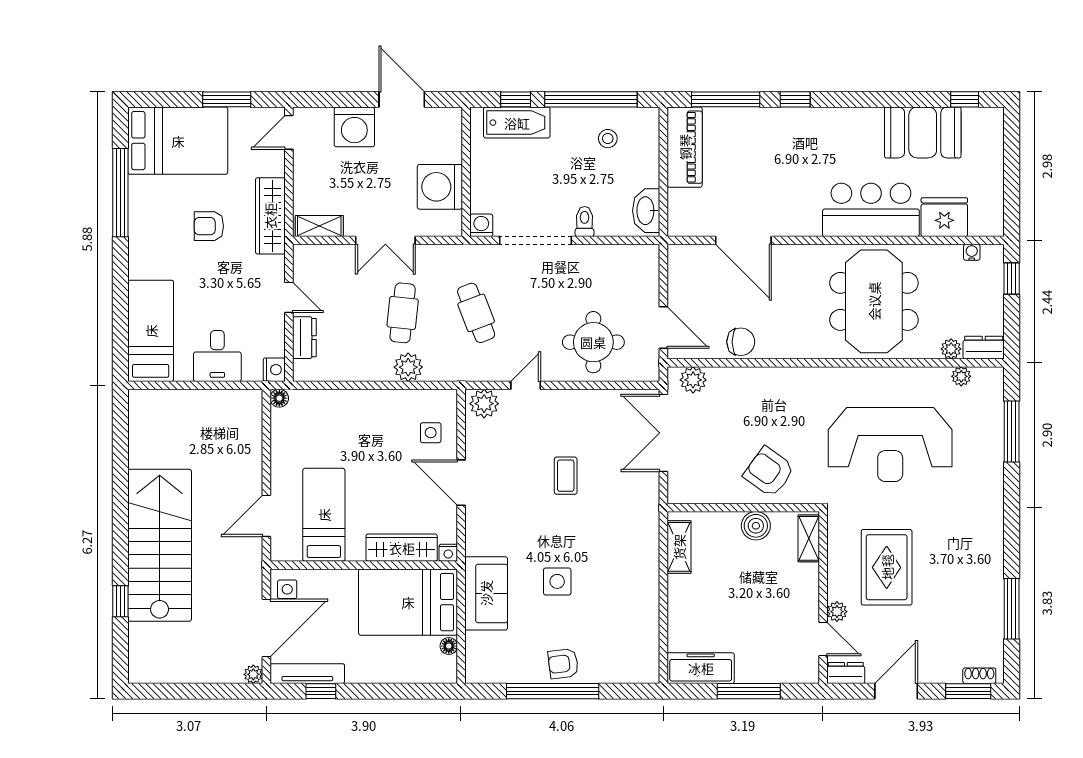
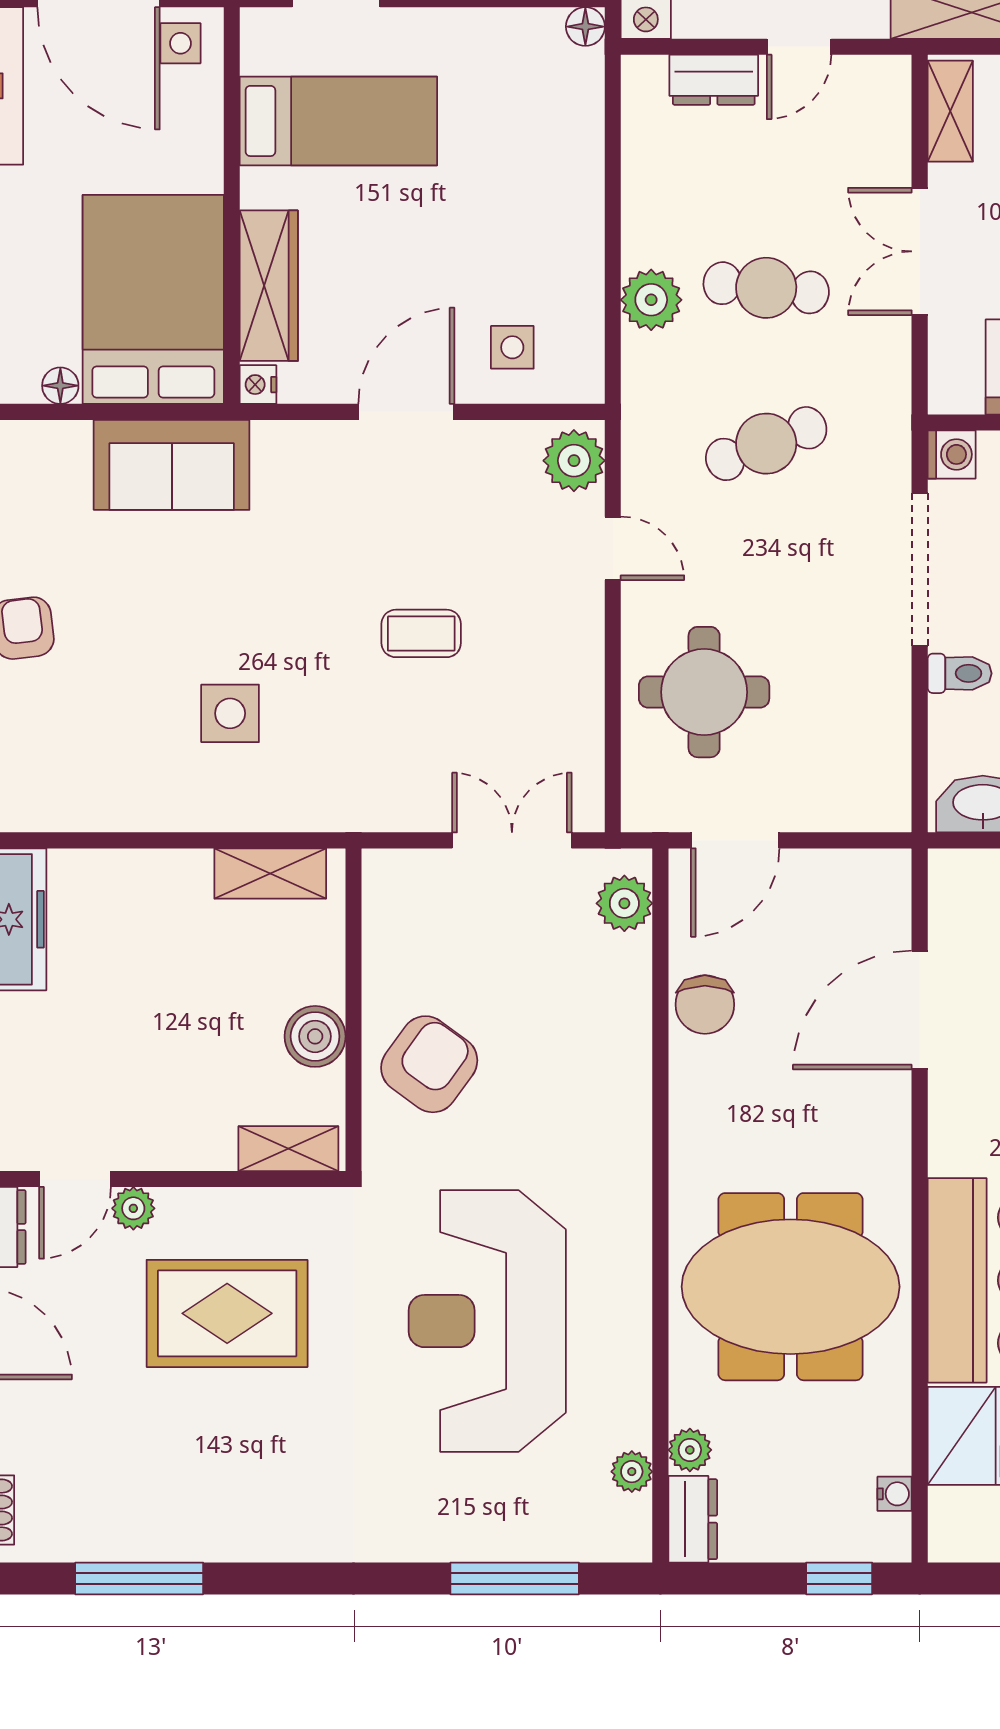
double door: (663, 433) -> (512, 840), width x0.73
side table: (557, 581) -> (230, 713), moved

